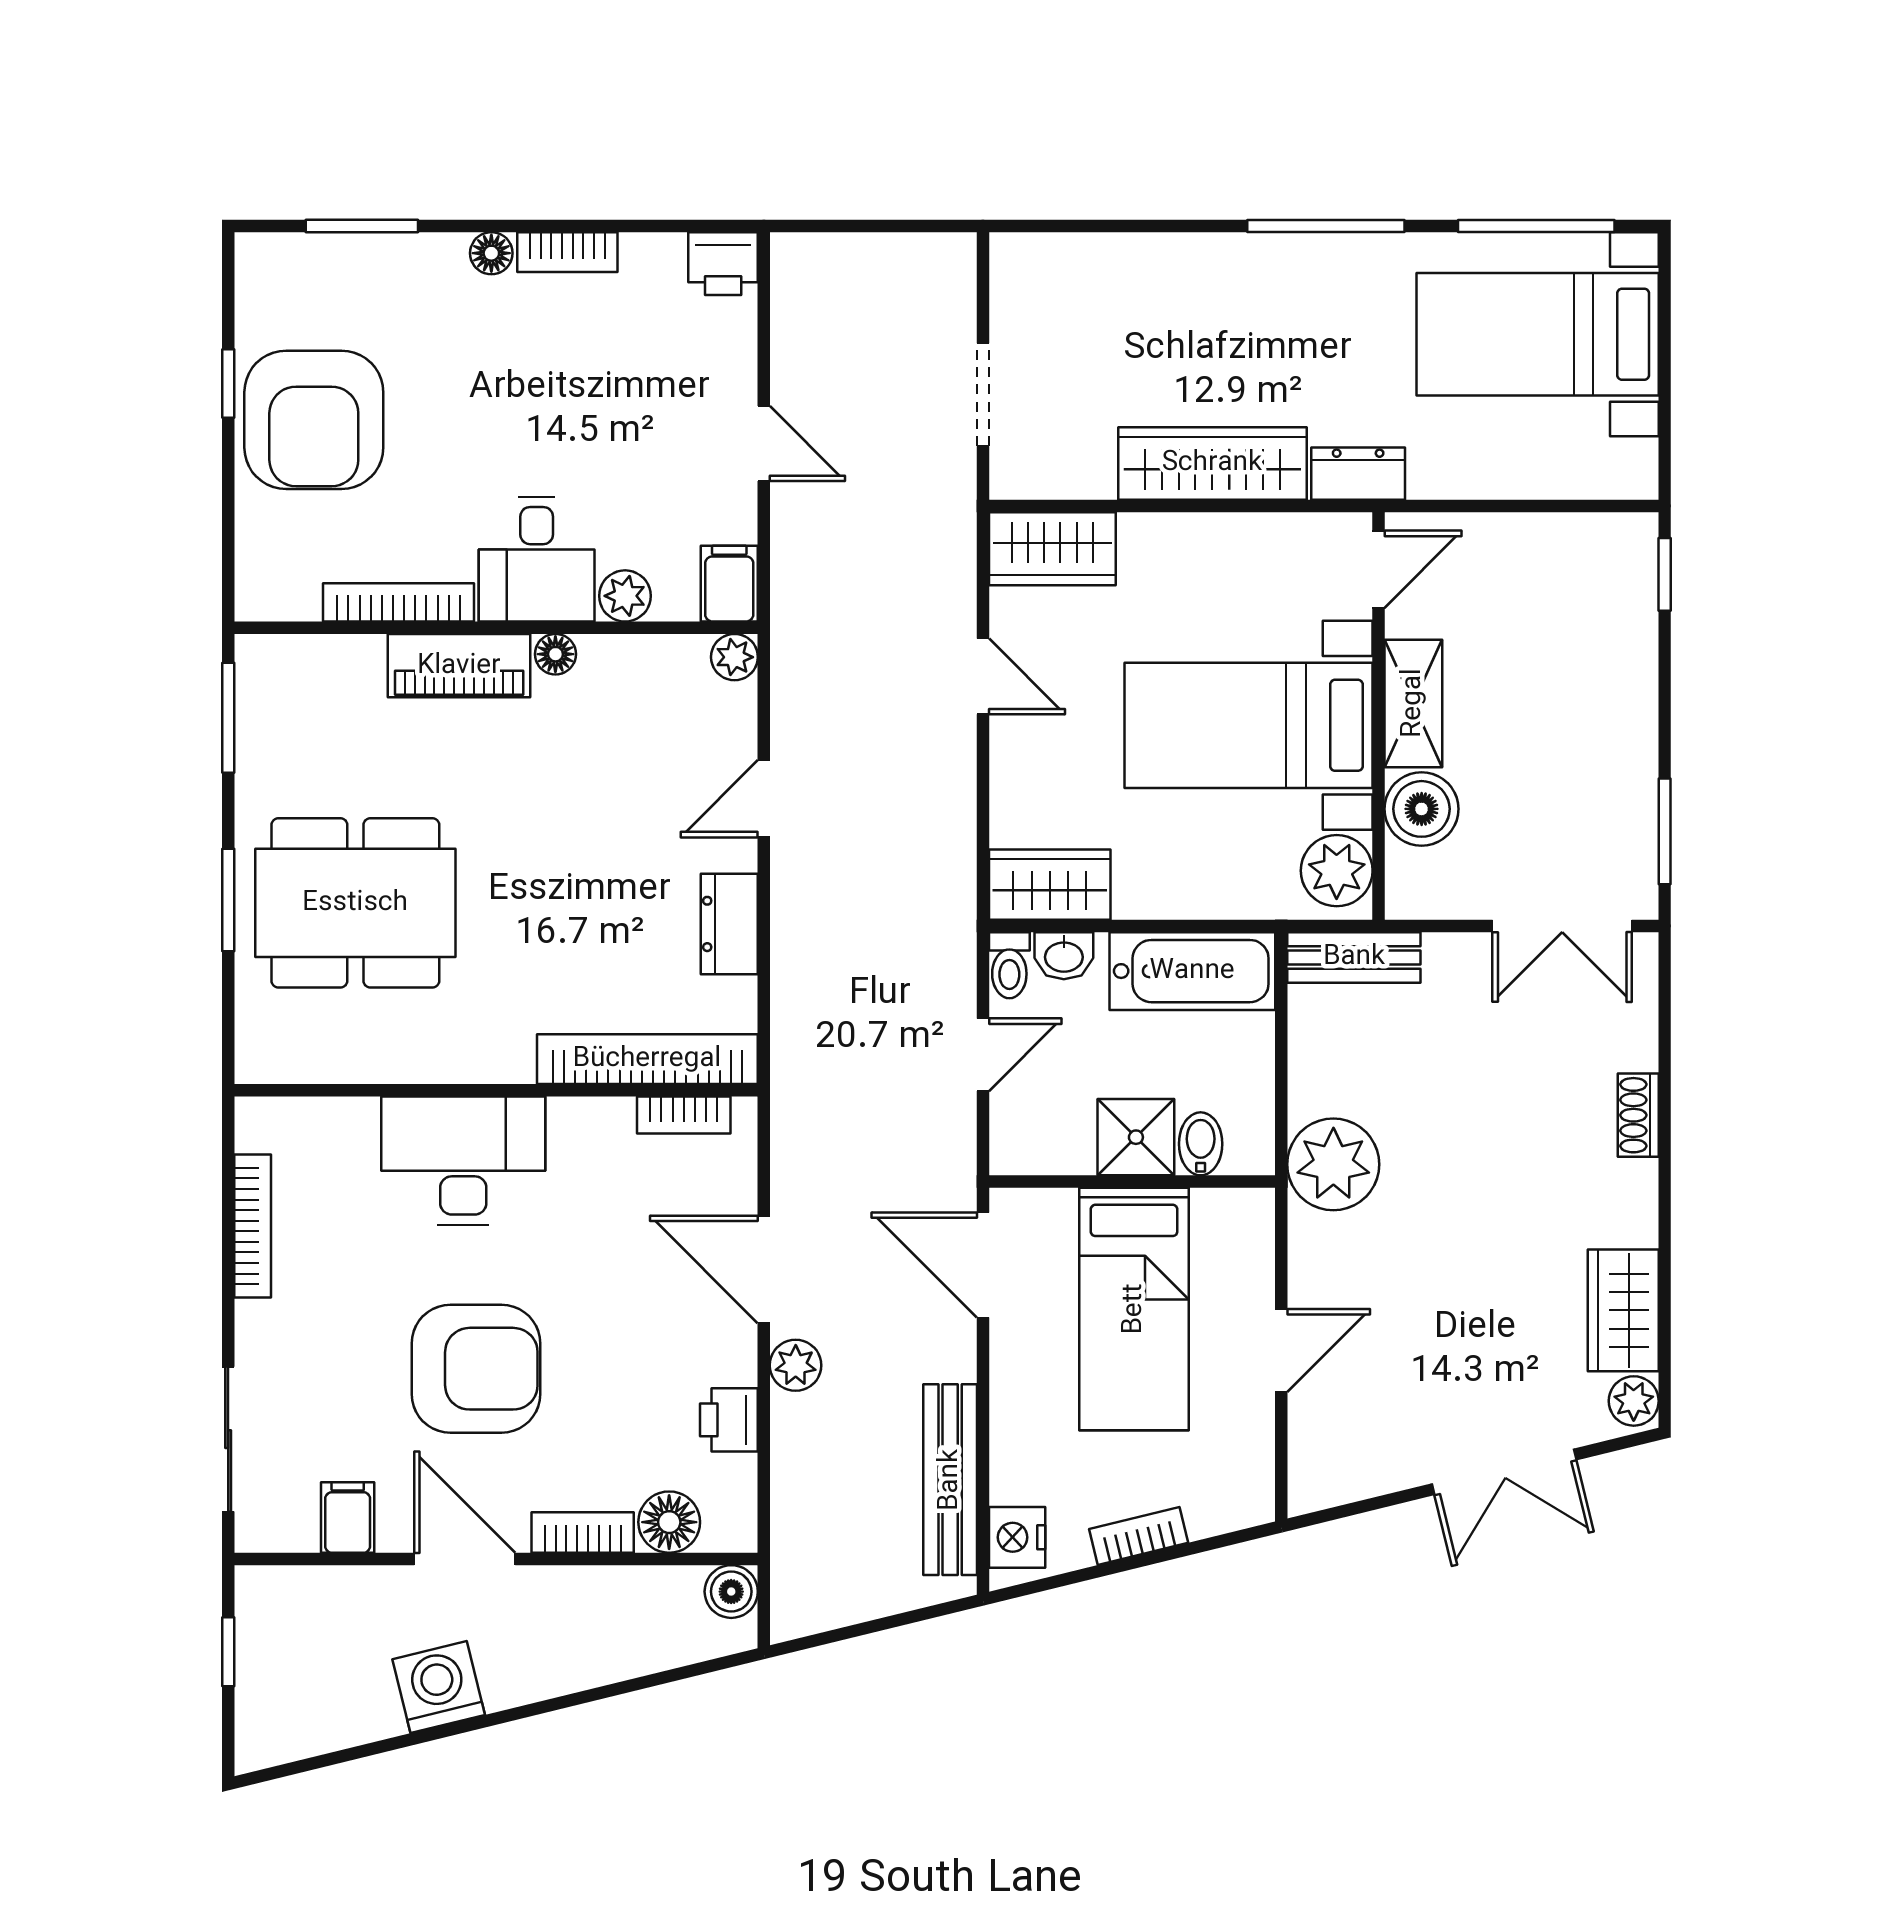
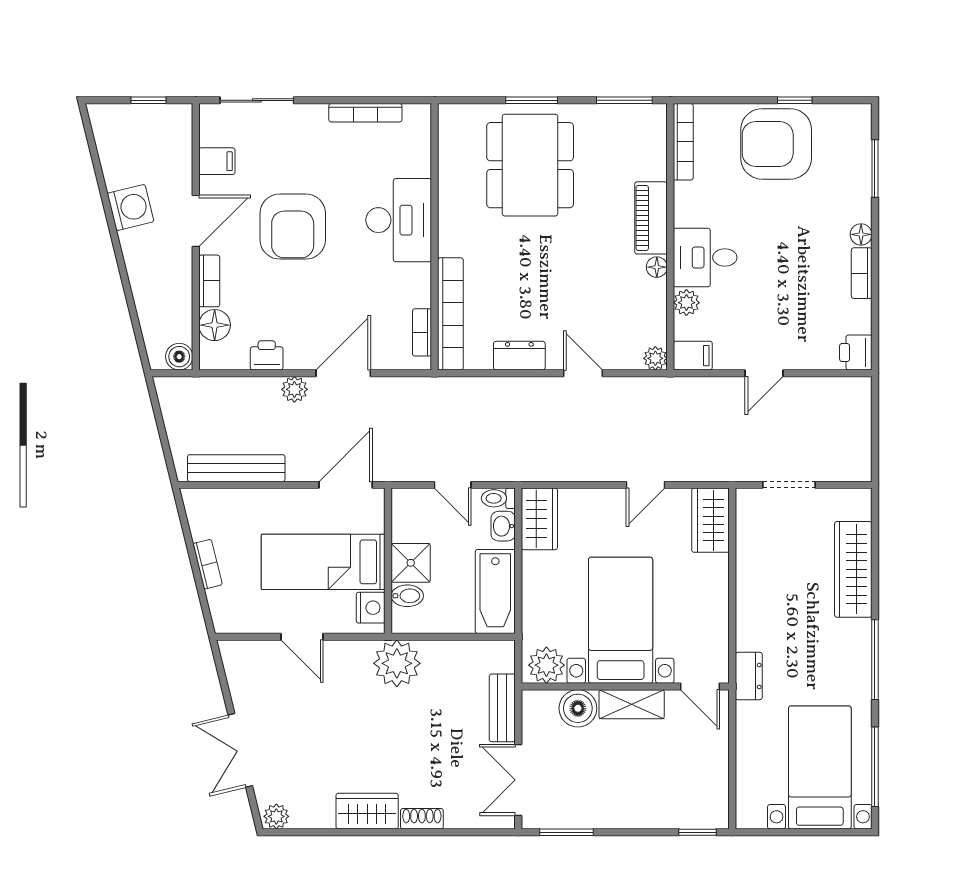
wardrobe: (1212, 463) -> (853, 569), moved, turned 180
bookcase: (399, 602) -> (683, 142), moved
bench: (1354, 957) -> (502, 708), moved
wardrobe: (1623, 1310) -> (367, 811), moved
nightstand: (1017, 1537) -> (371, 608), moved, turned 90

